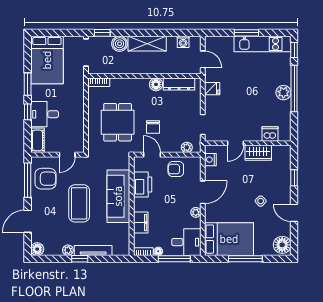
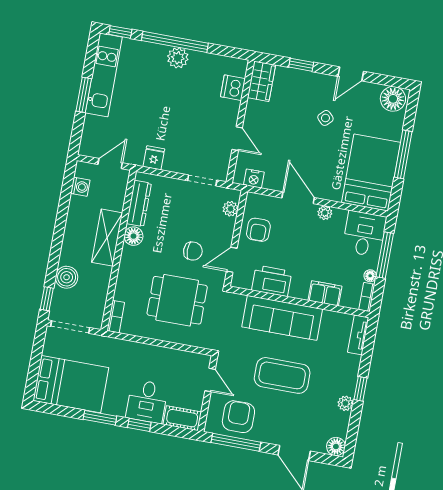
shelving: (147, 44) -> (107, 238), moved
wardrobe: (258, 153) -> (261, 81), moved
tv unit: (93, 250) -> (358, 335), moved, width x0.71

